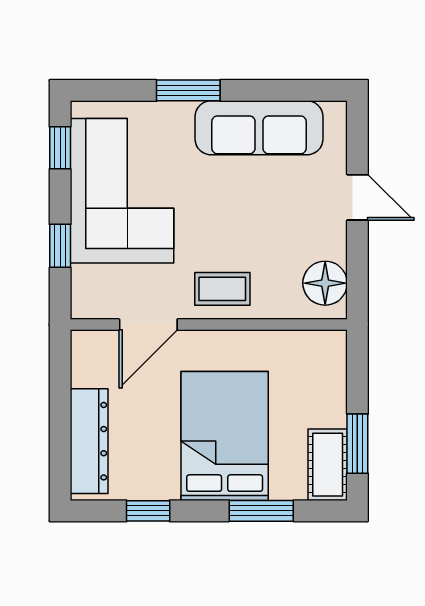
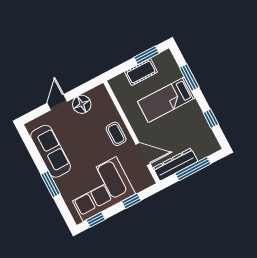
floor lamp: (325, 283) -> (82, 104), moved
window: (60, 416) -> (193, 169), added
bed: (225, 436) -> (166, 100), width x0.67
dresser: (89, 441) -> (175, 164), moved
cot: (328, 465) -> (141, 72), moved

